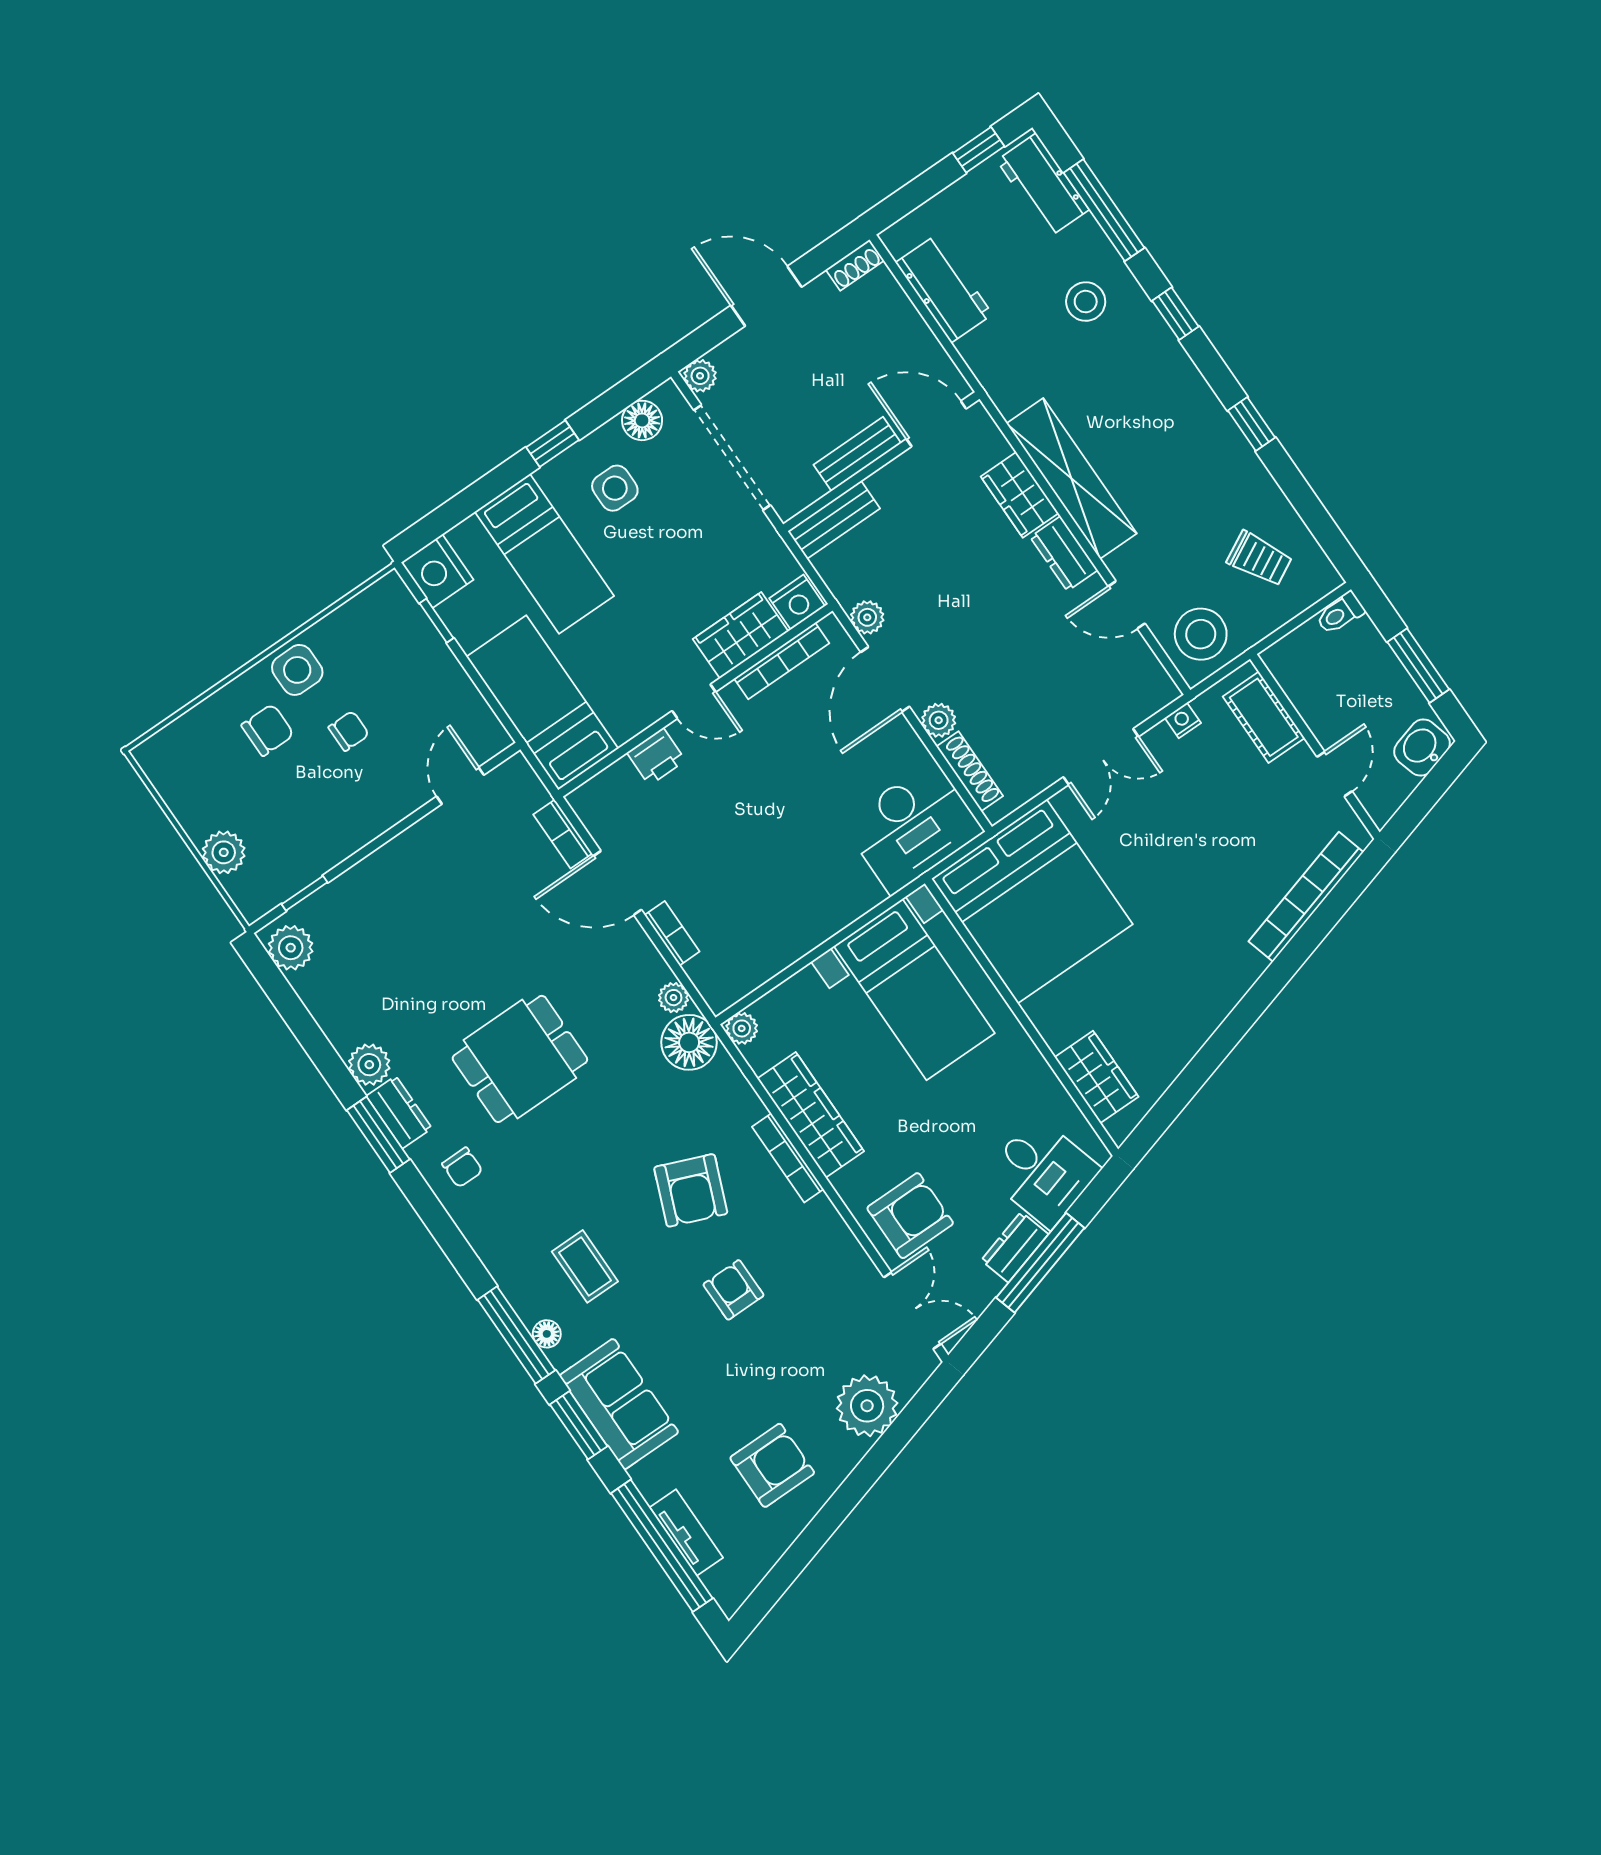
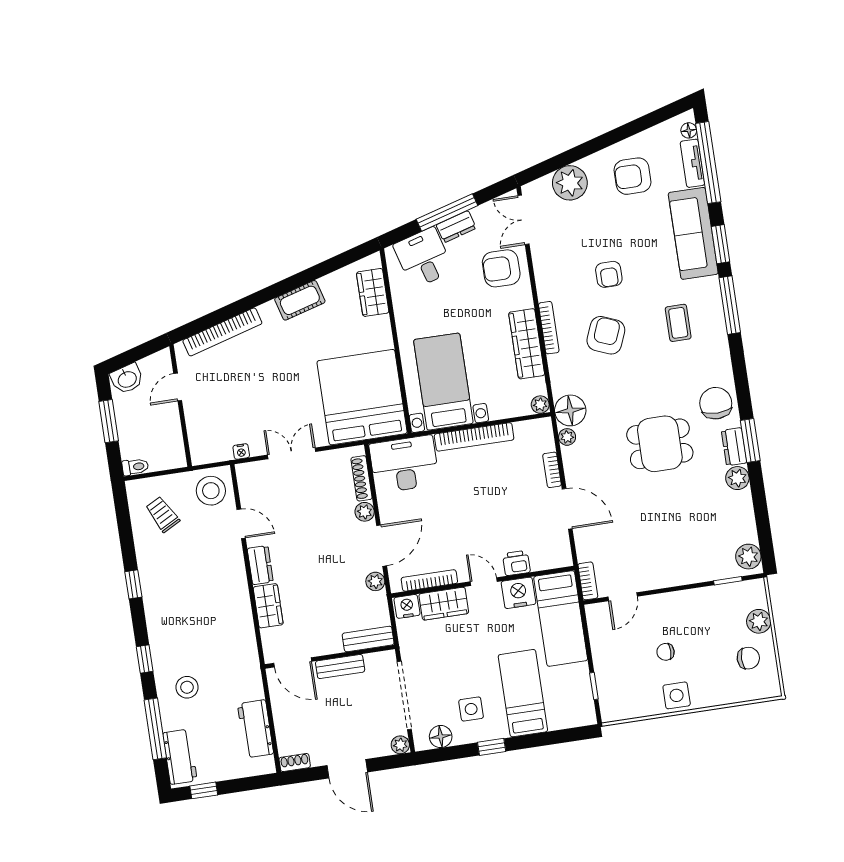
shelving: (1072, 478) -> (238, 601), removed
nightstand: (437, 571) -> (519, 593), moved, turned -90
cot: (1264, 717) -> (300, 300), moved, turned 74
chair: (268, 730) -> (748, 658), moved, turned 180
bookcase: (563, 834) -> (588, 581), moved
bookcase: (822, 925) -> (474, 437), added
chair: (462, 1167) -> (716, 403), width x1.87, depth x1.87
floor lamp: (547, 1334) -> (689, 130), moved
sofa: (619, 1404) -> (693, 233), width x1.36

